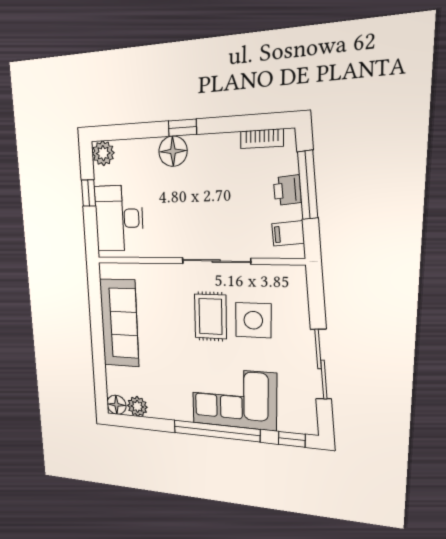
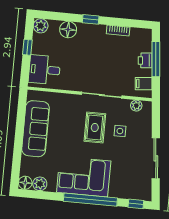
bookcase: (262, 139) -> (118, 30), moved
floor lamp: (173, 151) -> (68, 30), moved
desk: (119, 218) -> (44, 70), width x0.73
plant: (278, 274) -> (136, 106), added
side table: (253, 320) -> (120, 131), width x0.54, depth x0.54
corner sofa: (234, 399) -> (84, 177), moved

